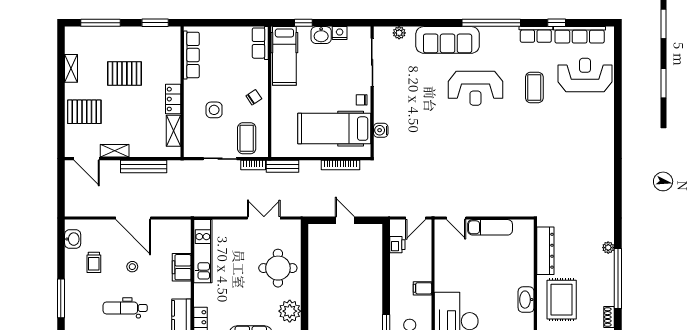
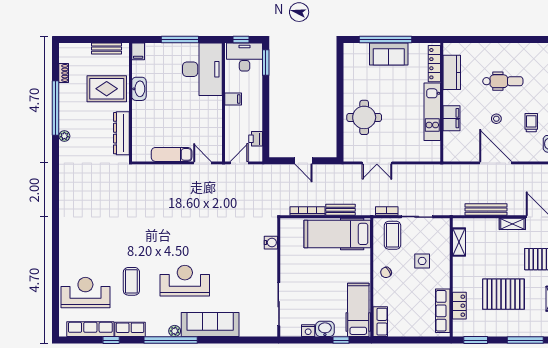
plant: (399, 33) -> (175, 331), moved
pallet: (124, 73) -> (503, 294), width x1.37, depth x1.41
reception desk: (585, 75) -> (85, 293), turned 180
locker: (173, 99) -> (459, 306), moved
chair: (362, 100) -> (288, 270), removed
hospital bed: (334, 129) -> (337, 234), moved, turned 180
bench: (283, 166) -> (341, 210), moved
kitchen unit: (203, 251) -> (432, 112), moved
rug: (562, 300) -> (107, 89), turned 90
plant: (290, 311) -> (353, 78), removed

